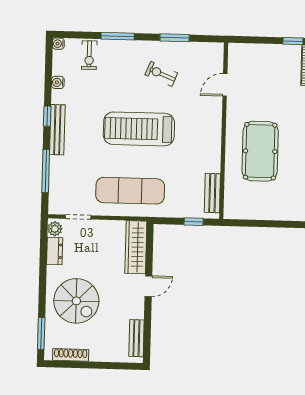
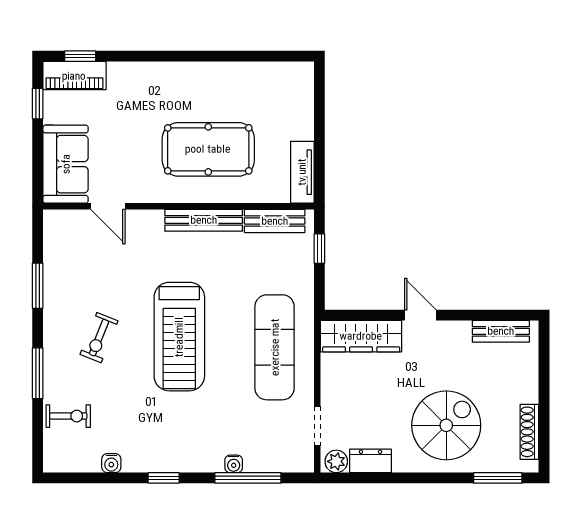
water cooler: (58, 44) -> (234, 464), moved
sofa: (253, 58) -> (66, 164), added
exercise bike: (161, 74) -> (99, 338), moved
bench: (57, 130) -> (204, 220), moved
tv unit: (244, 212) -> (302, 172), added

